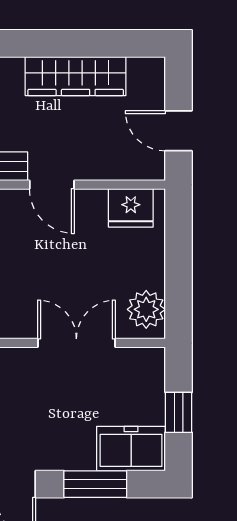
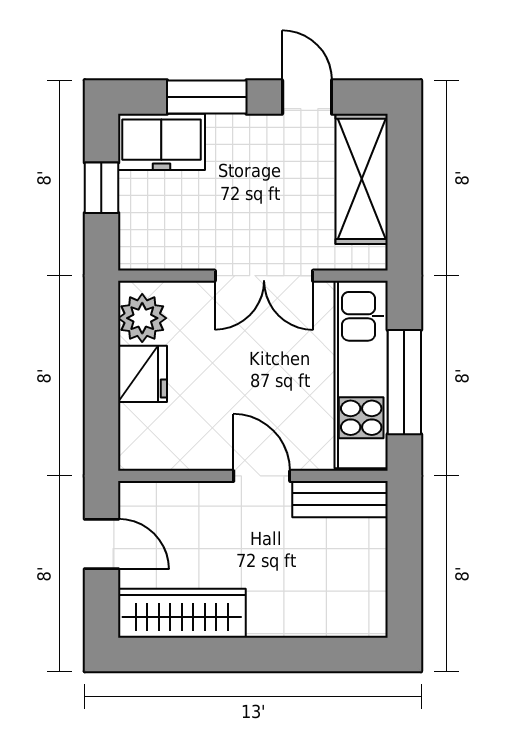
wardrobe: (76, 76) -> (182, 613), moved
fridge: (131, 208) -> (142, 374), moved, turned 90
double door: (76, 343) -> (264, 276), moved

